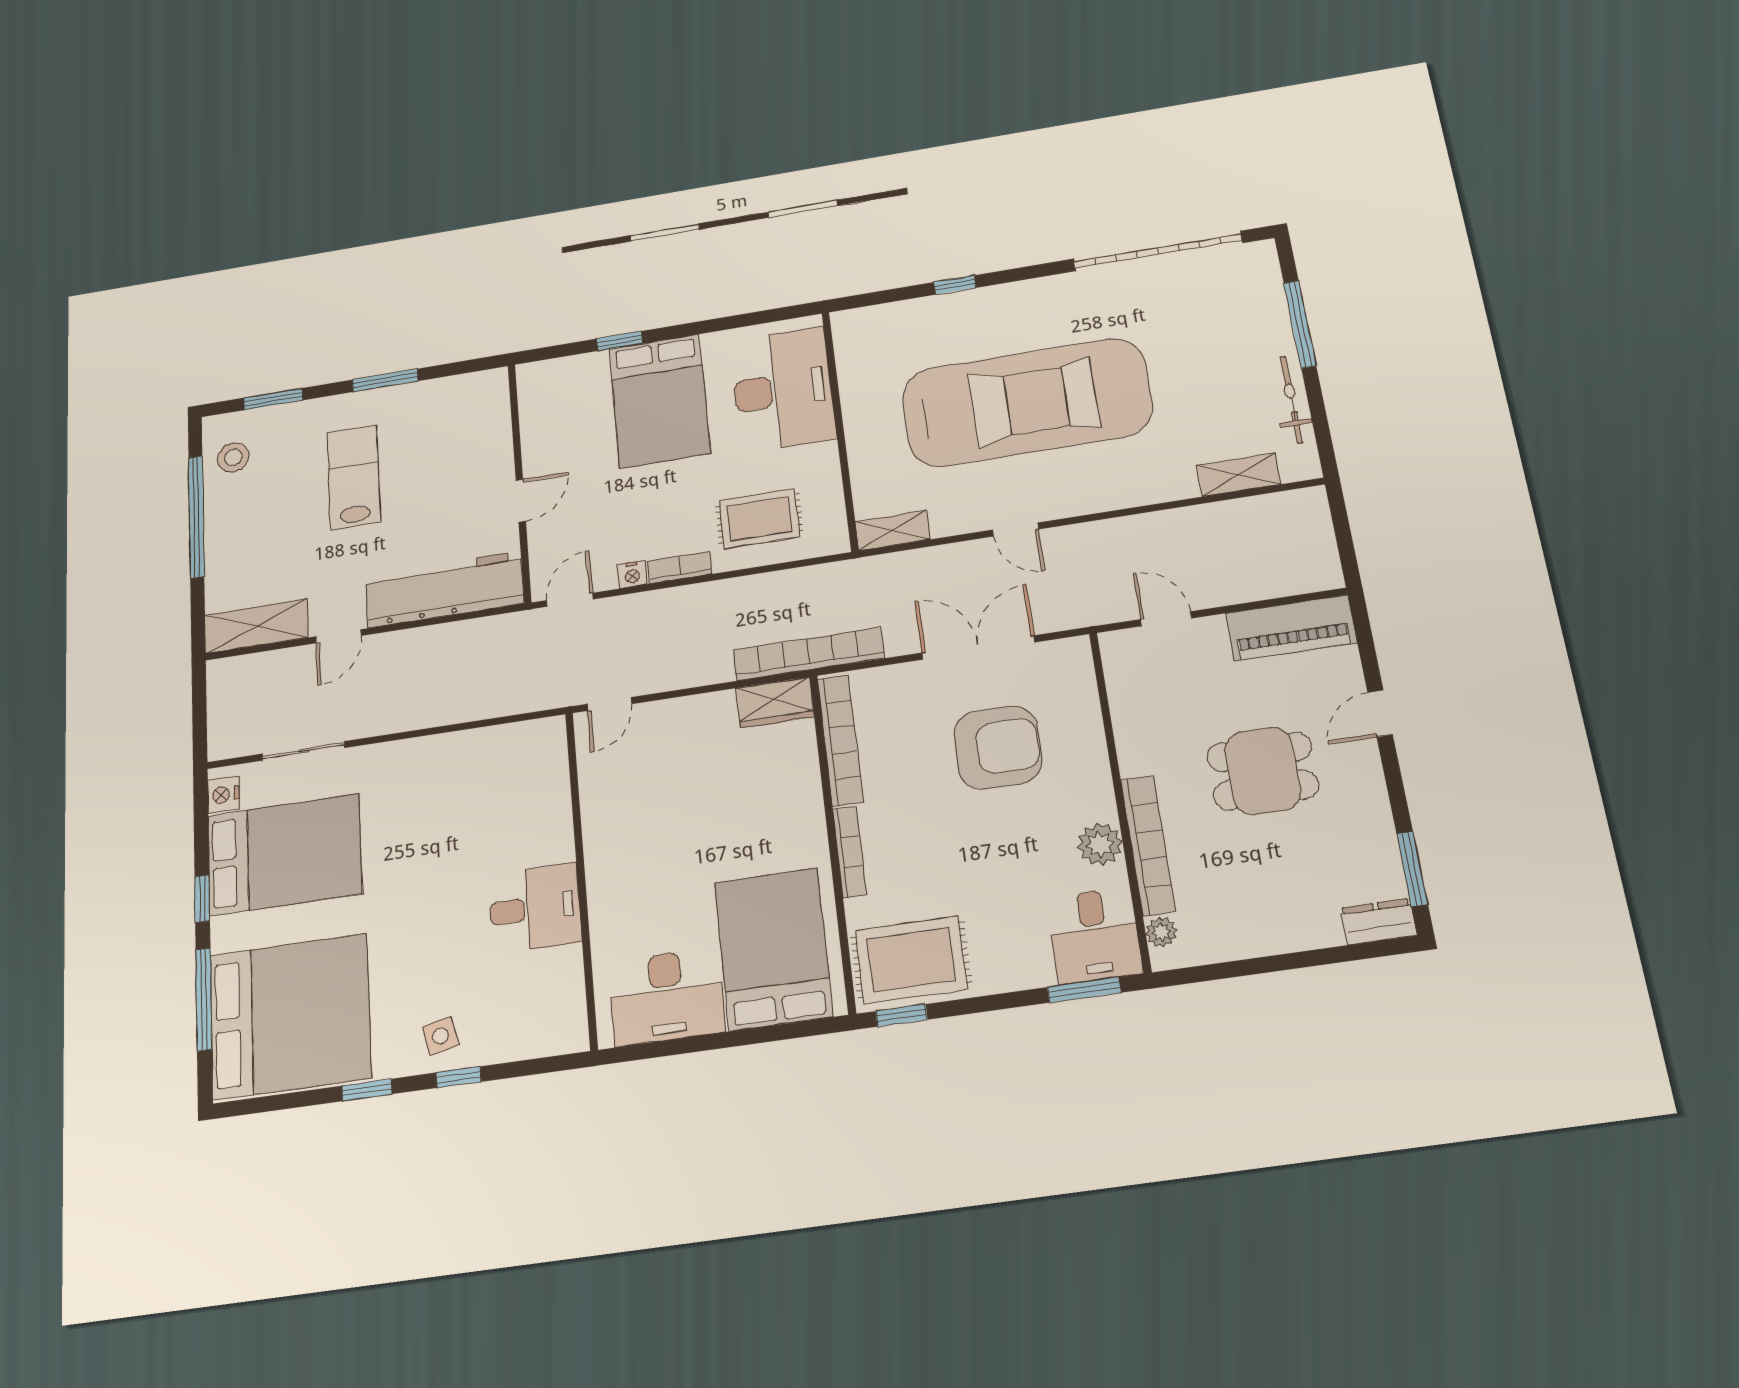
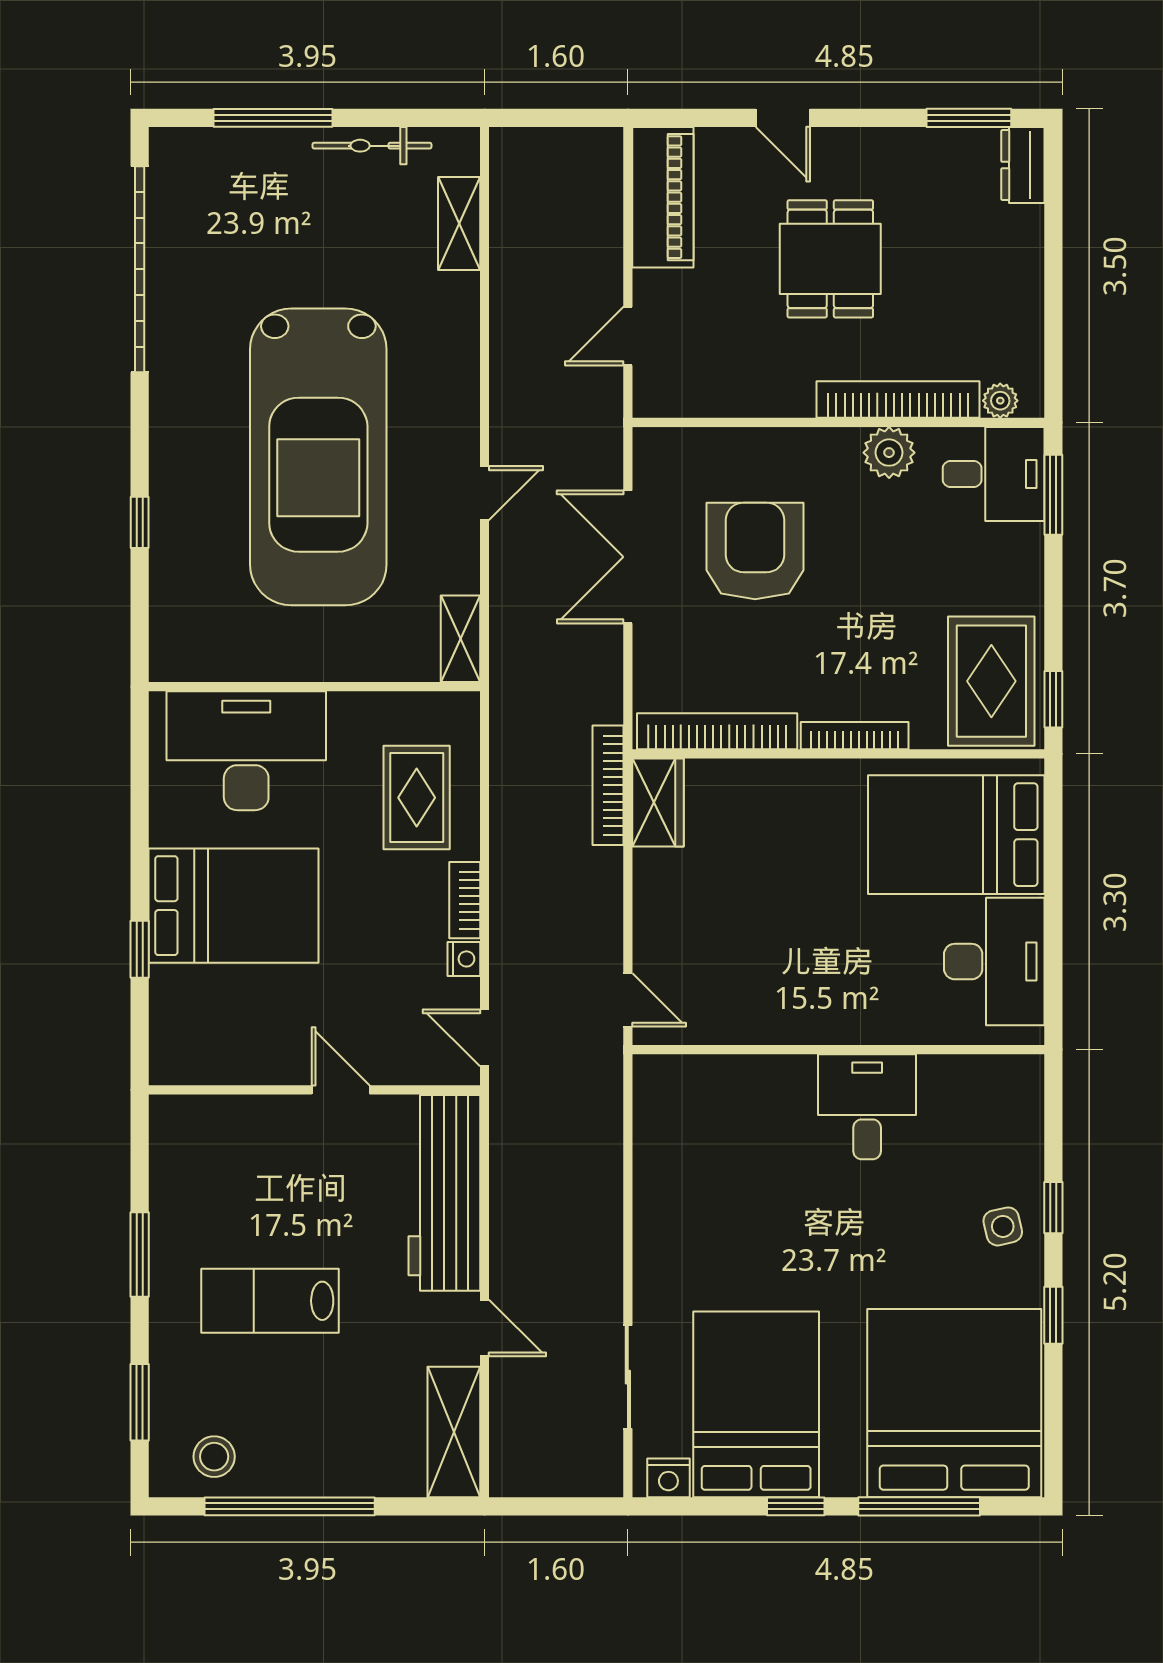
car: (1027, 402) -> (318, 457), turned 180
bookcase: (808, 654) -> (608, 785), width x0.68, depth x0.76

